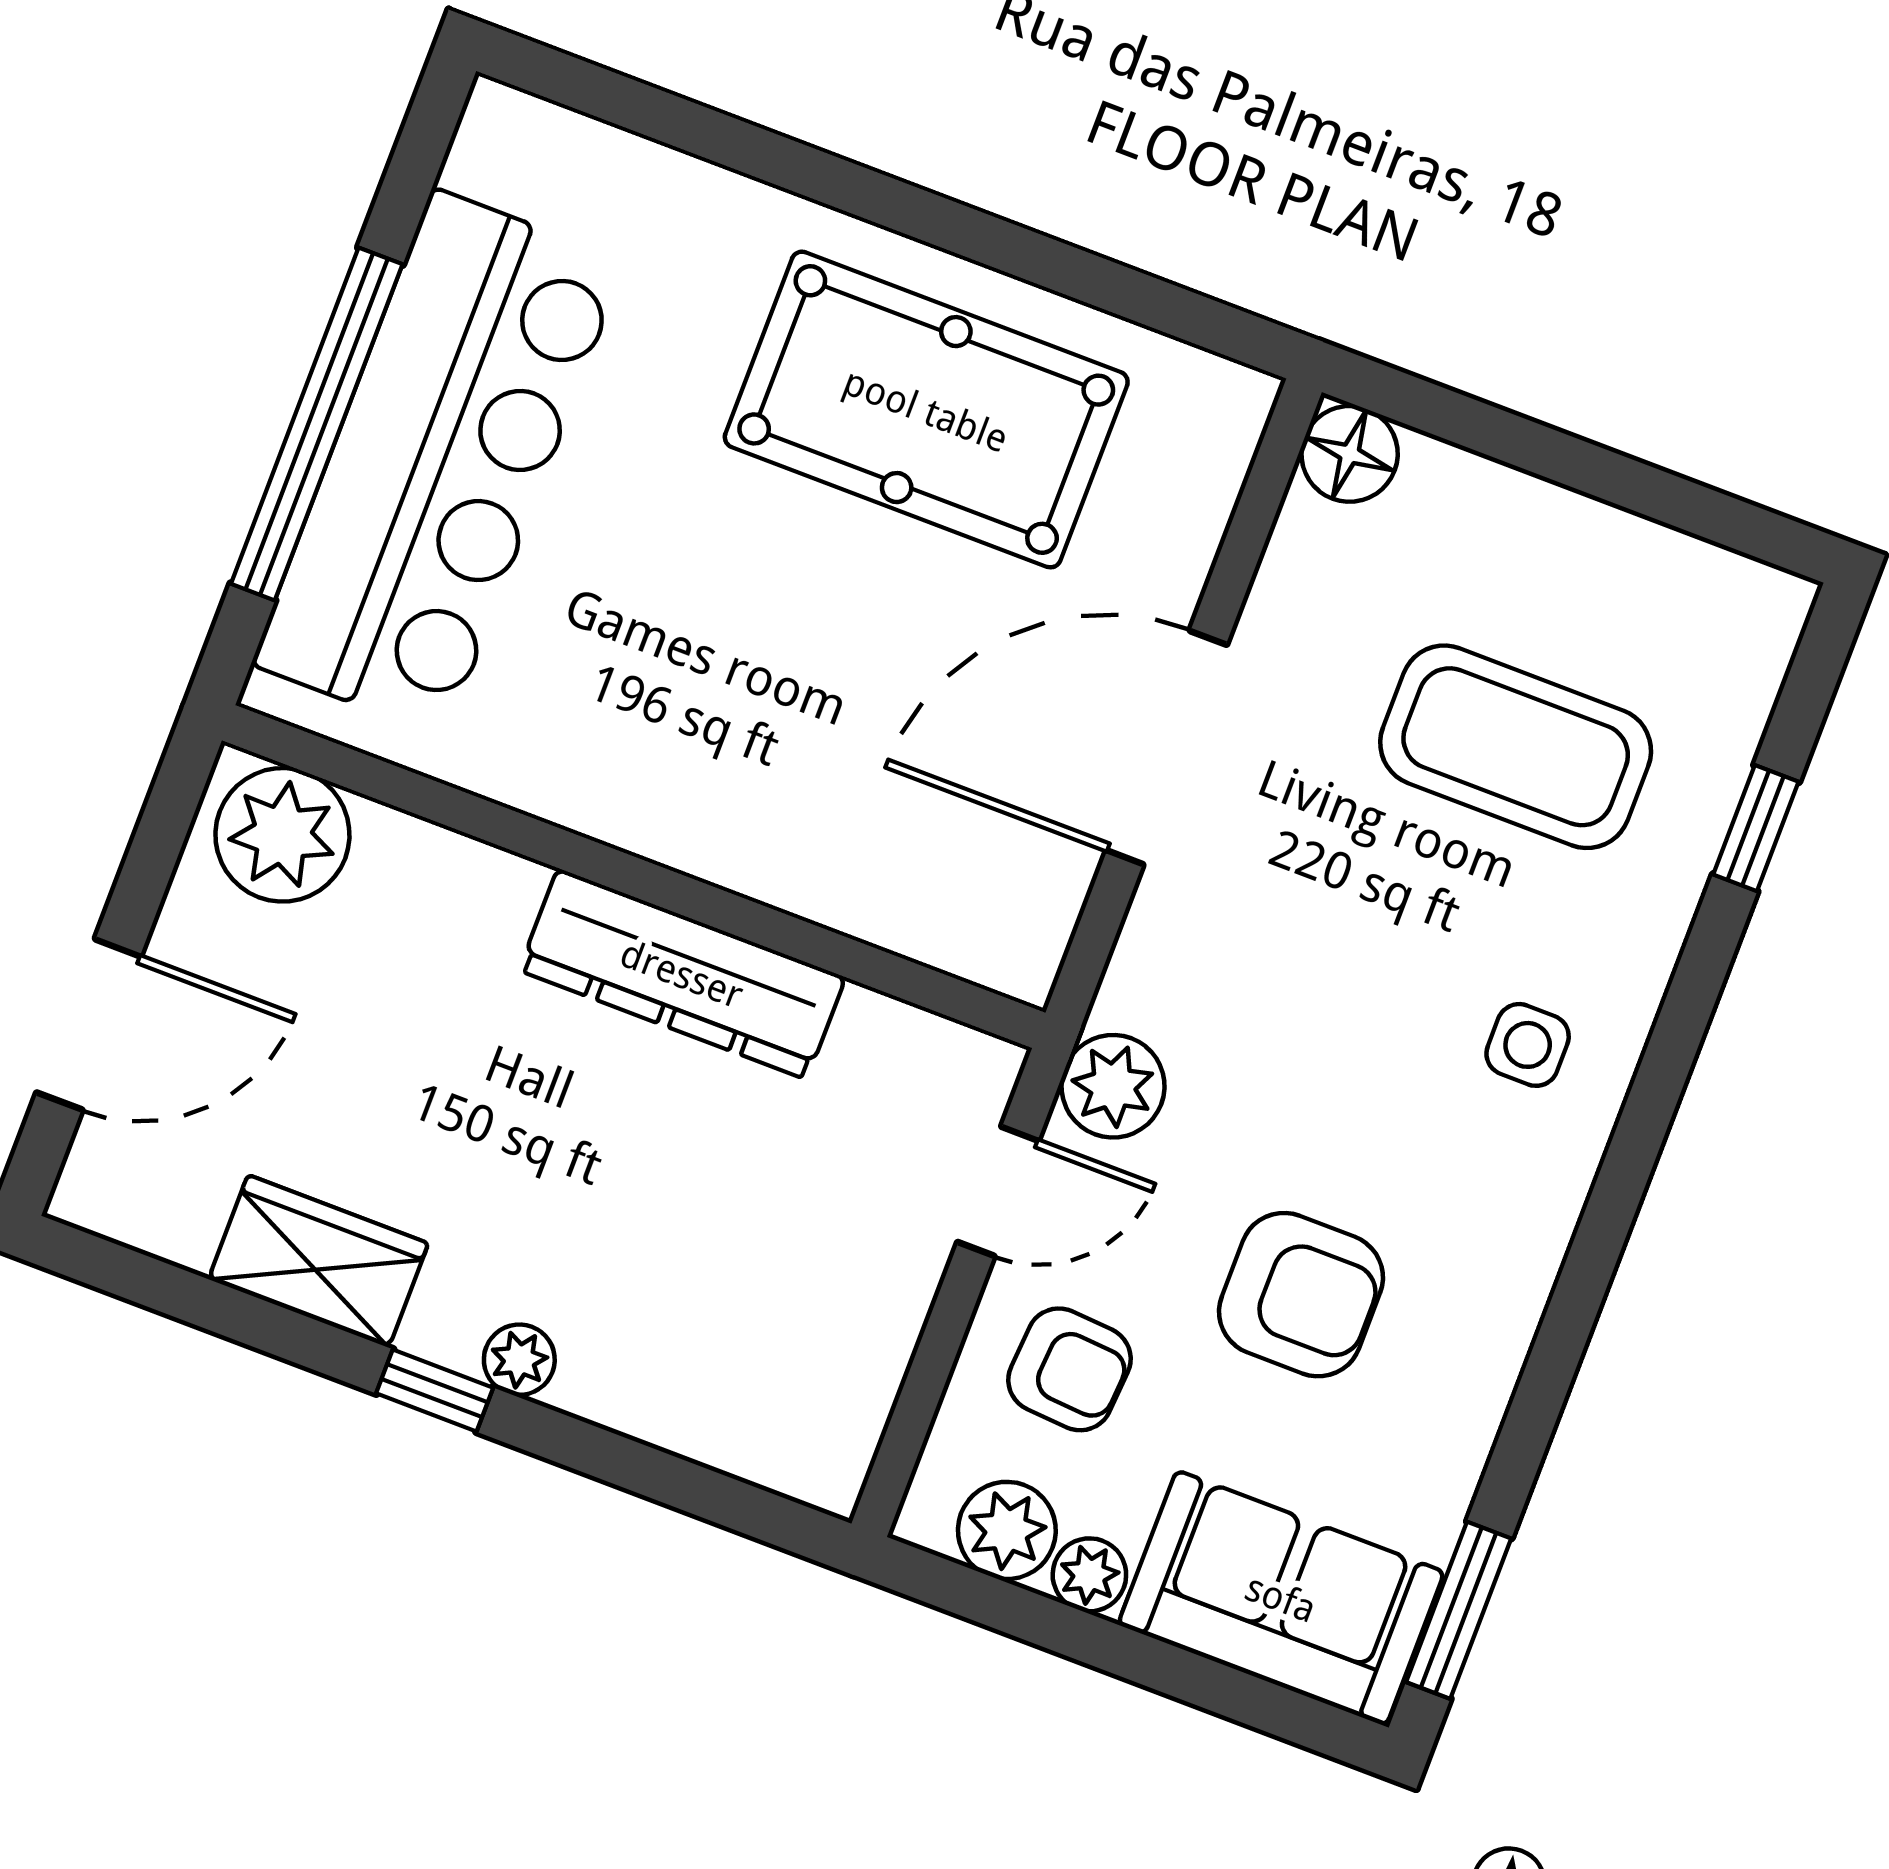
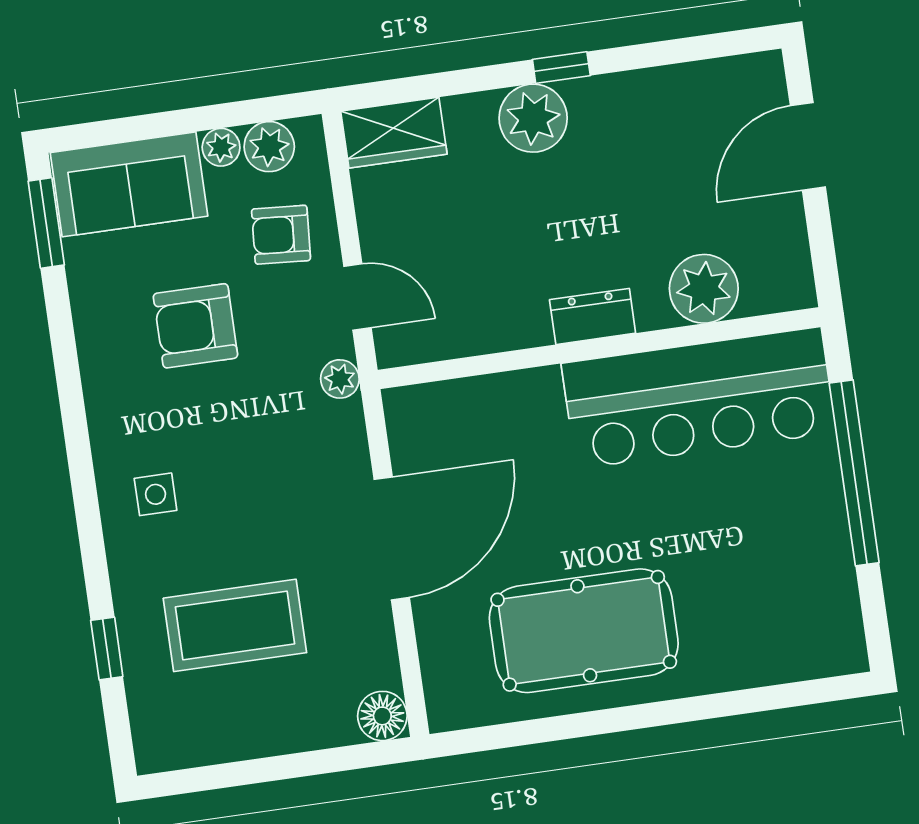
bar counter: (439, 463) -> (699, 398), moved, turned -90
plant: (282, 835) -> (704, 289), moved
dresser: (682, 974) -> (593, 316), width x0.51, depth x0.80
plant: (1113, 1086) -> (340, 379), width x0.73, depth x0.73
door: (998, 1191) -> (357, 297), swing flipped
wardrobe: (318, 1261) -> (394, 133), moved
plant: (519, 1360) -> (533, 118), width x1.88, depth x1.88

